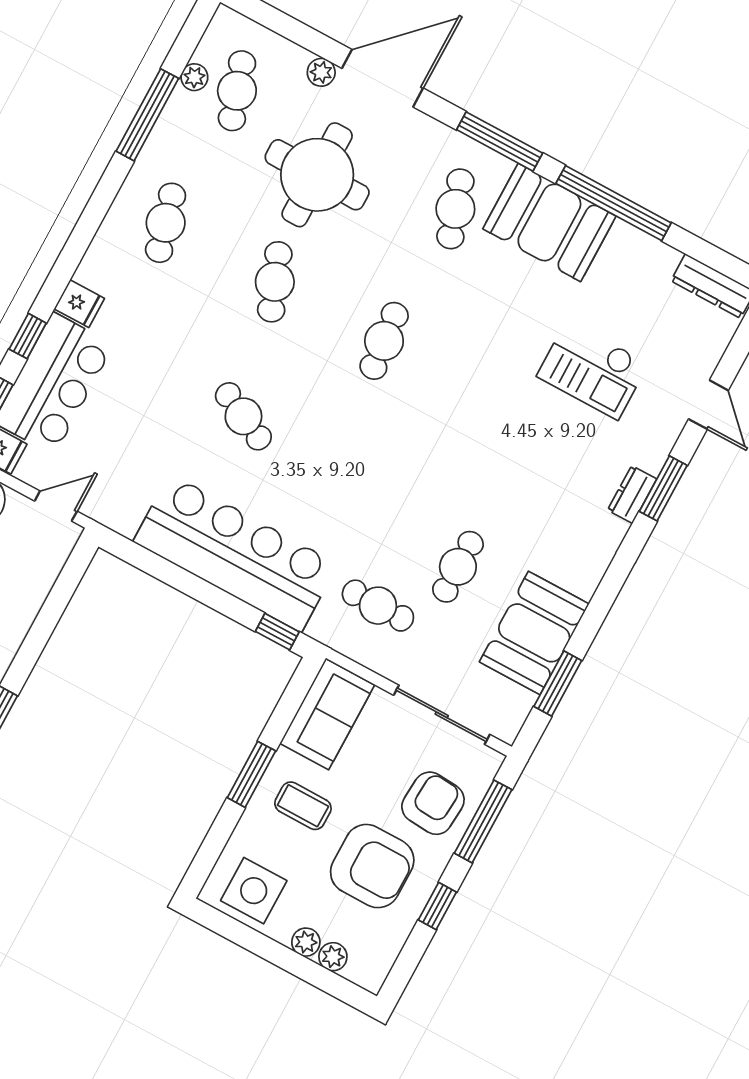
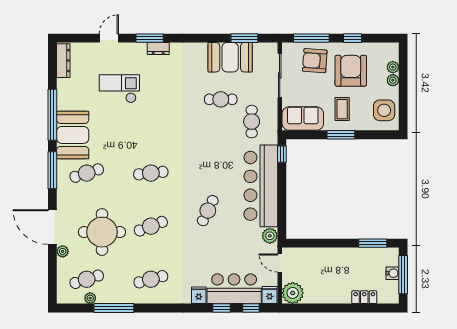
checkout: (593, 370) -> (119, 89), turned -90
plant: (123, 516) -> (270, 236), added

